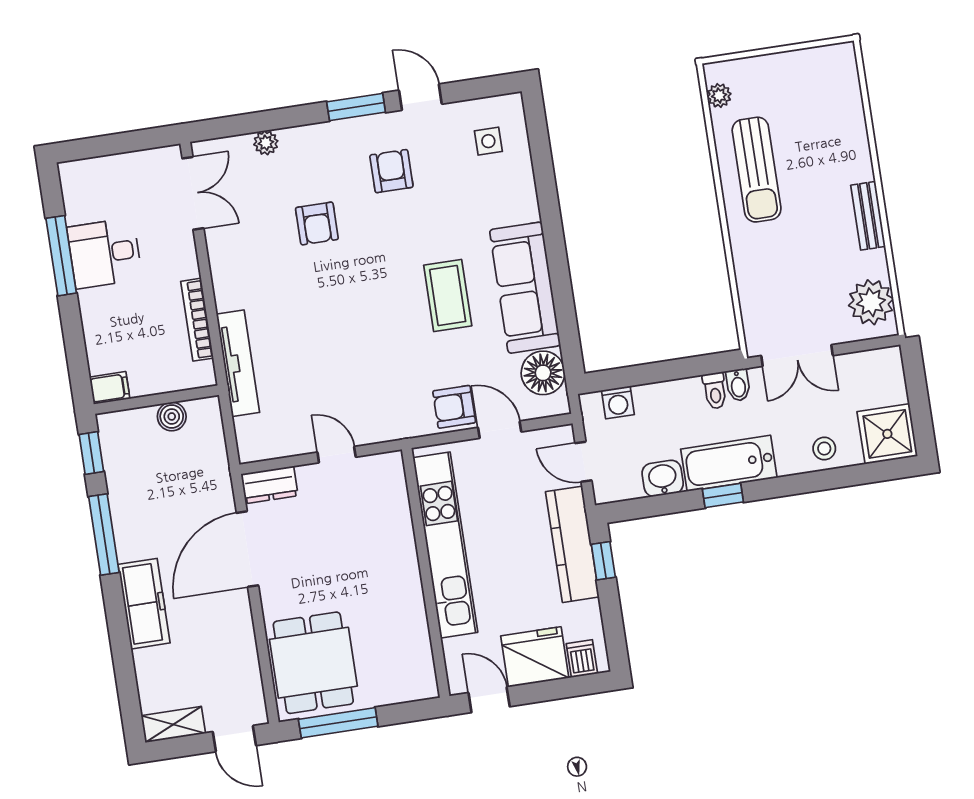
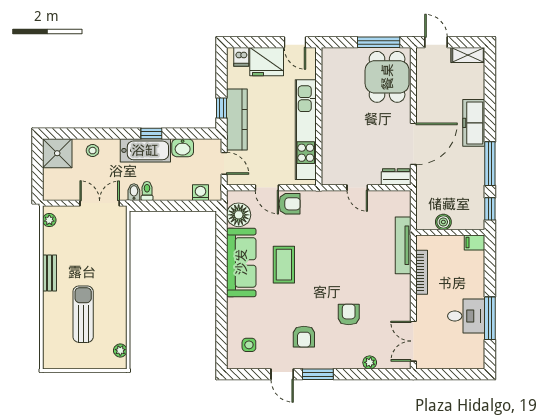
sun lounger: (757, 170) -> (83, 314), moved
plant: (871, 302) -> (49, 220), width x0.53, depth x0.53

